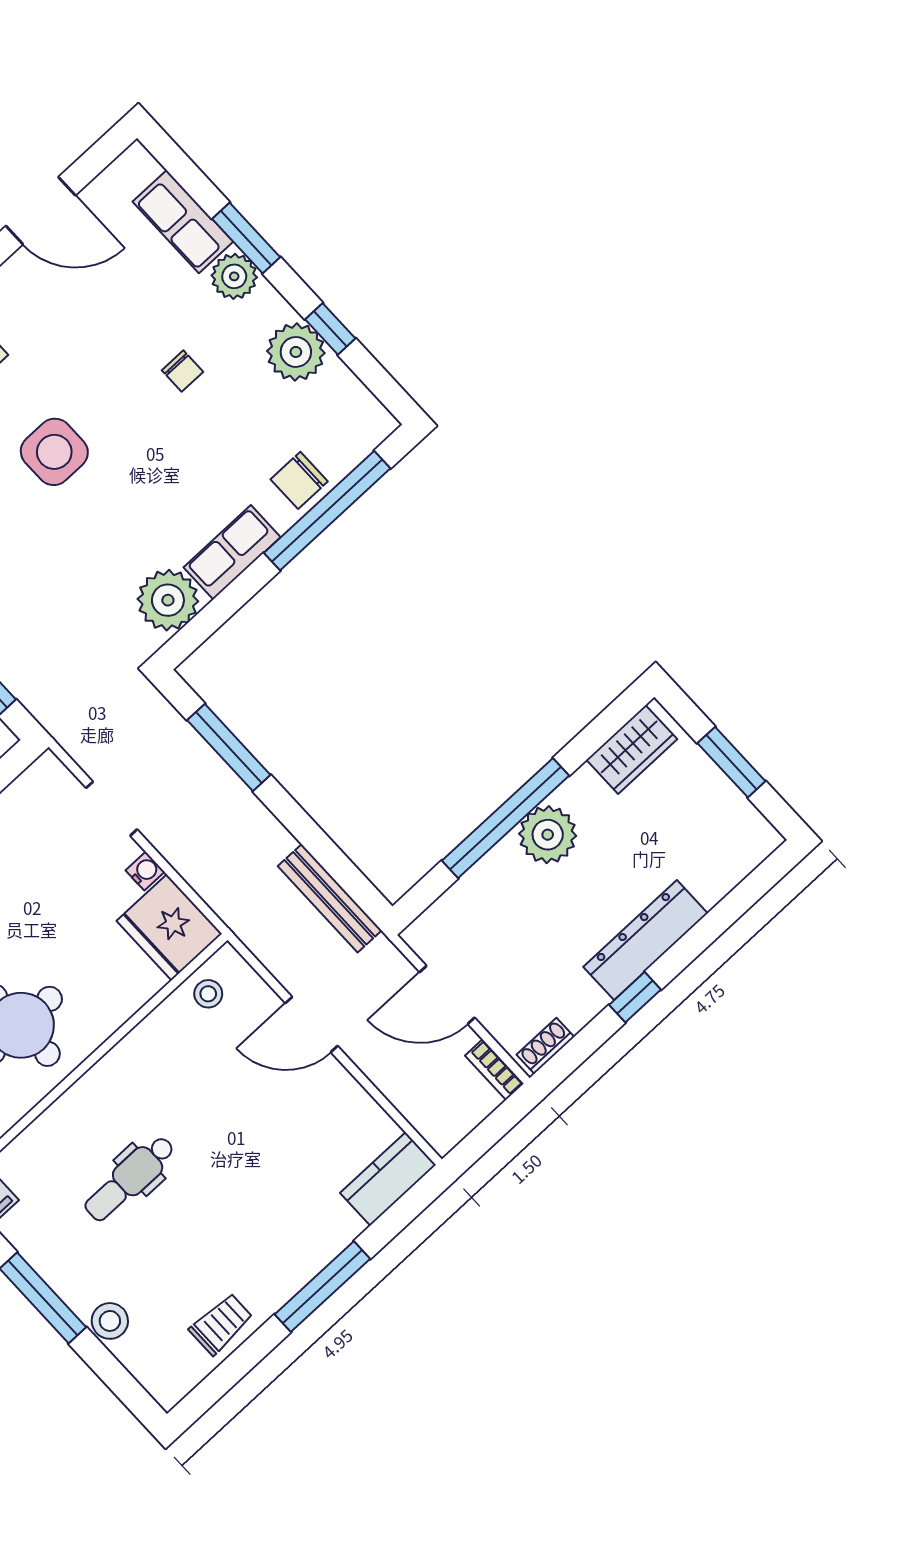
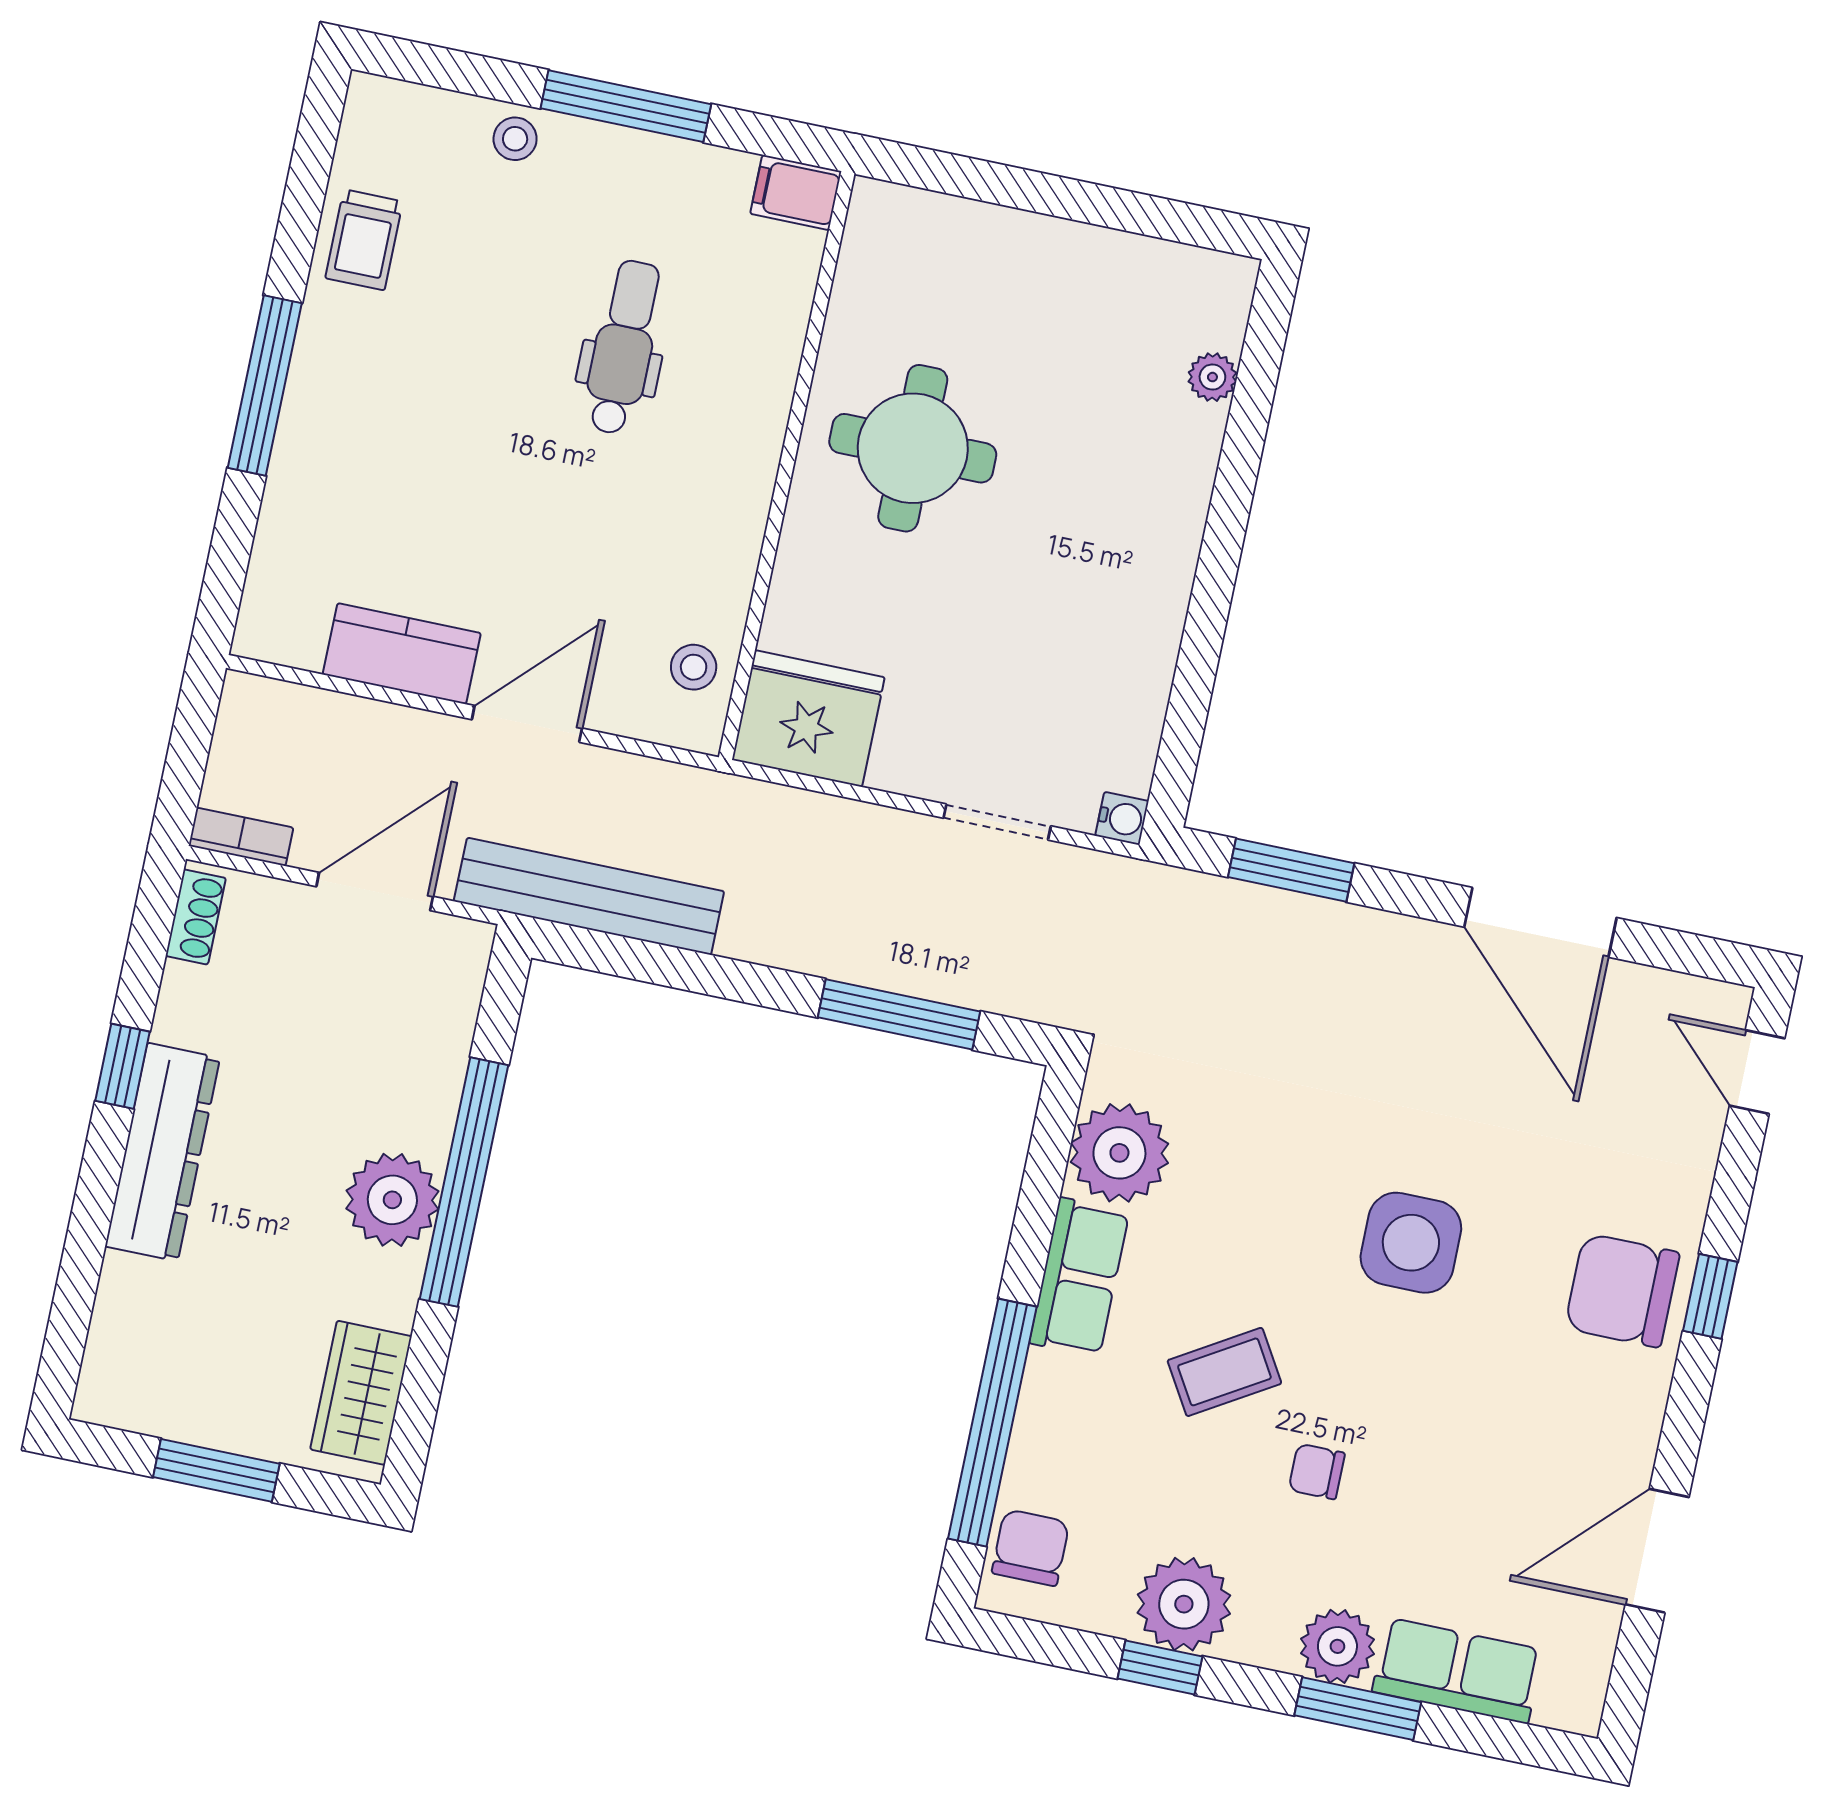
coffee table: (193, 453) -> (1224, 1372), added
chair: (299, 480) -> (1031, 1548), moved
water cooler: (145, 871) -> (1122, 818), moved, turned -90
bench: (330, 898) -> (589, 896), width x1.37, depth x1.21
kitchen counter: (388, 1179) -> (402, 654), moved, turned -90
stool: (110, 1321) -> (515, 139), width x0.73, depth x0.73

